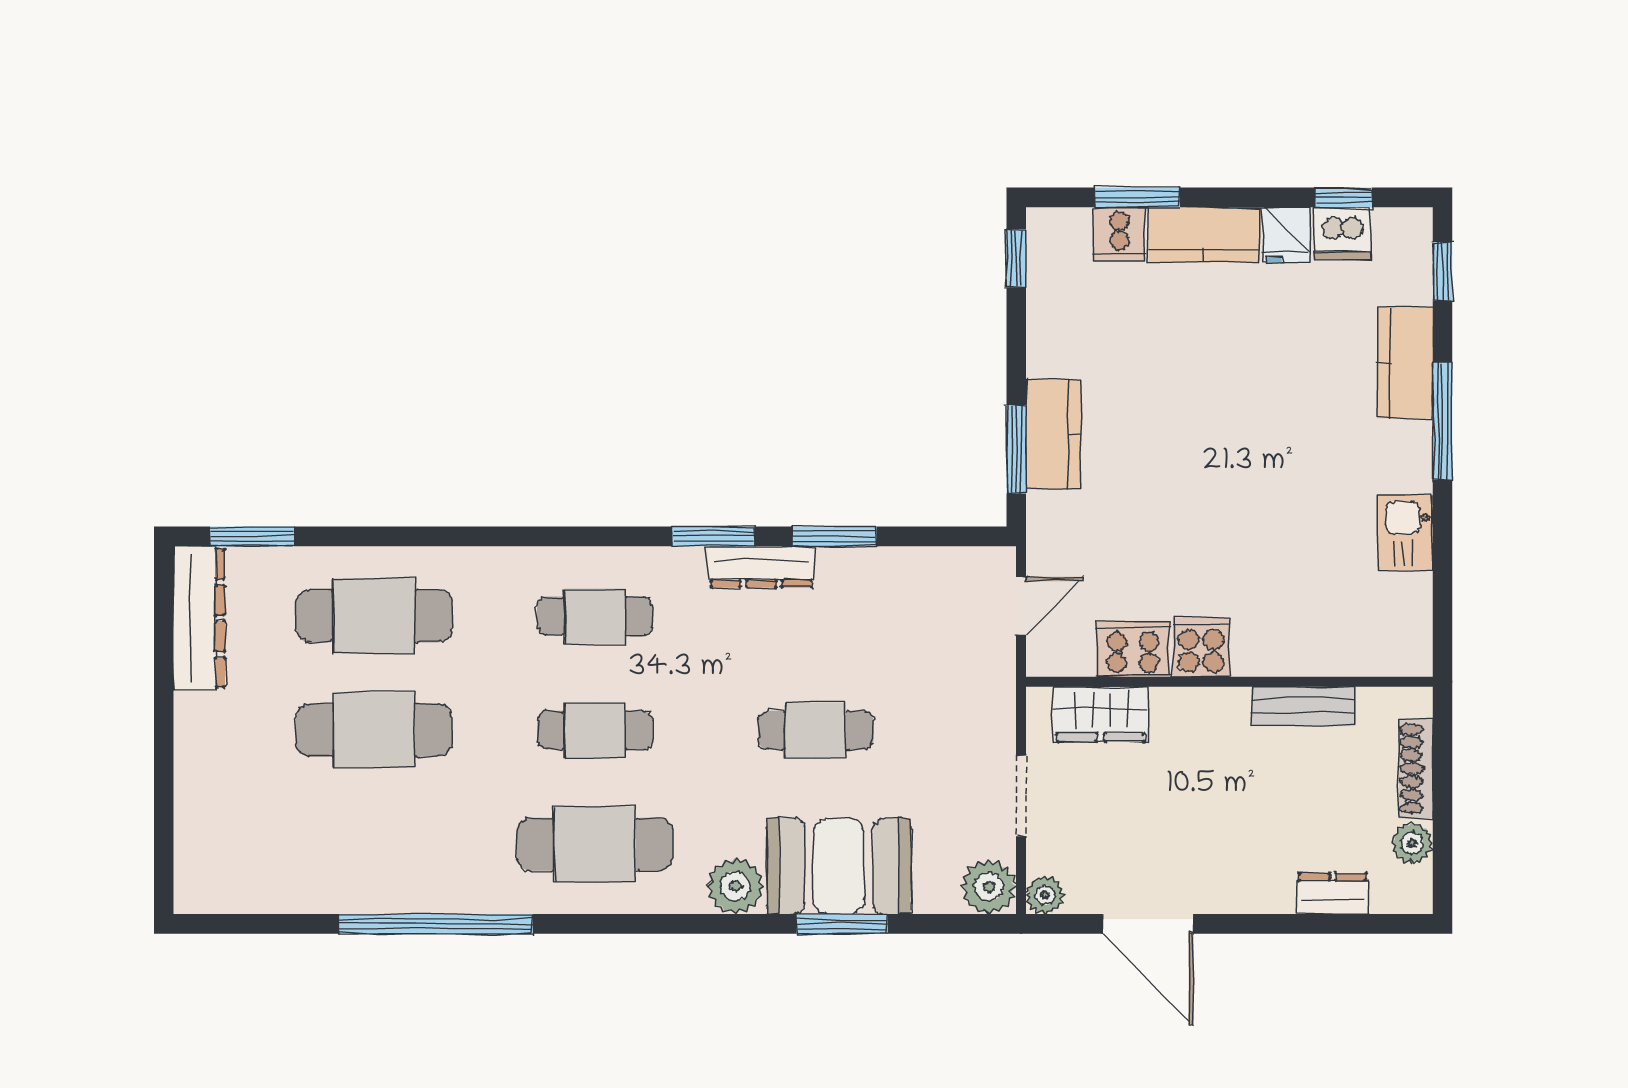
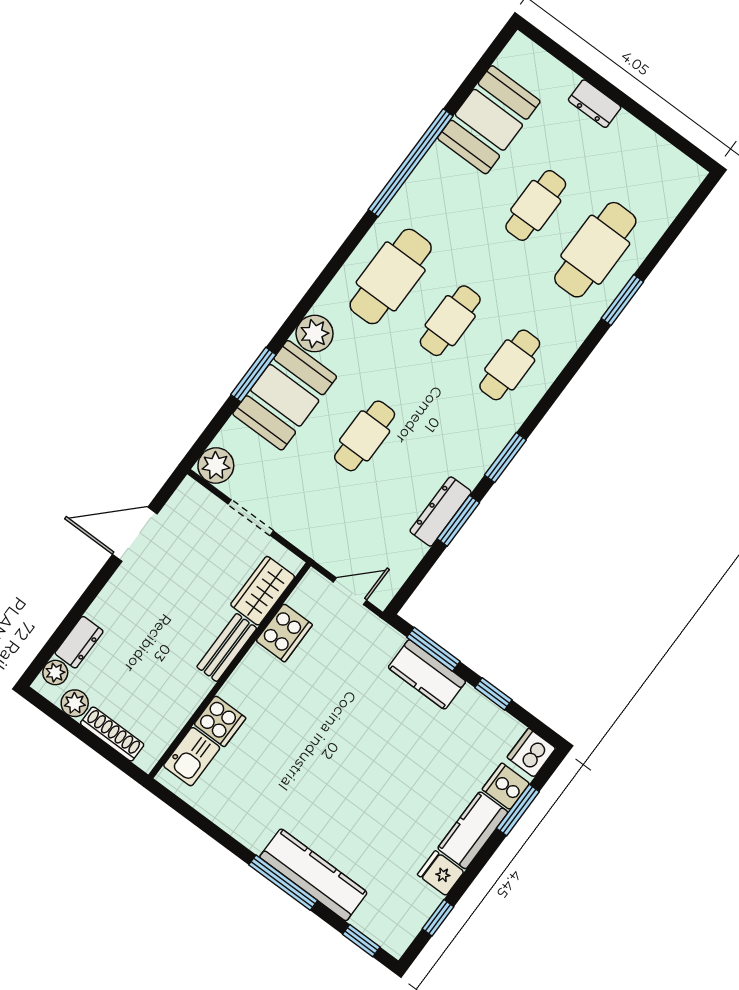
dishwasher: (1342, 233) -> (531, 753), moved
window: (1016, 258) -> (493, 694), moved
kitchen counter: (1405, 363) -> (313, 875), width x1.50
kitchen sink: (1405, 533) -> (192, 757), moved, turned 90
window: (252, 536) -> (622, 300), moved
dresser: (761, 567) -> (441, 512), moved
door: (1021, 606) -> (350, 591), swing flipped
dresser: (199, 618) -> (595, 104), moved, width x0.51, depth x0.80
cooker: (1201, 647) -> (220, 721), moved
bench: (1304, 706) -> (227, 648), moved
cafe table: (374, 730) -> (536, 205), width x0.73, depth x0.74
booth: (311, 867) -> (489, 120), added
plant: (1045, 895) -> (55, 673), moved

